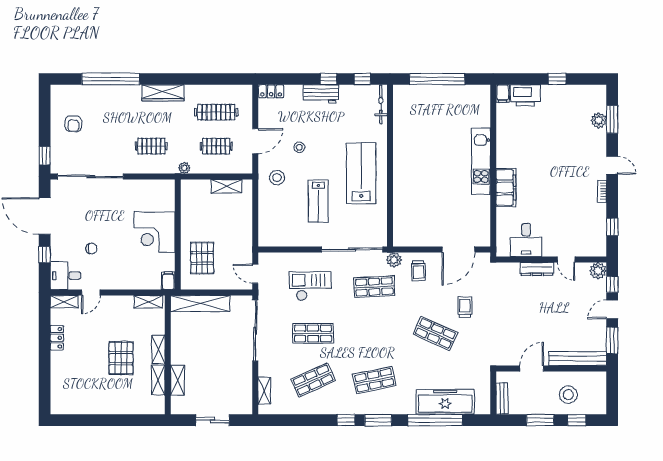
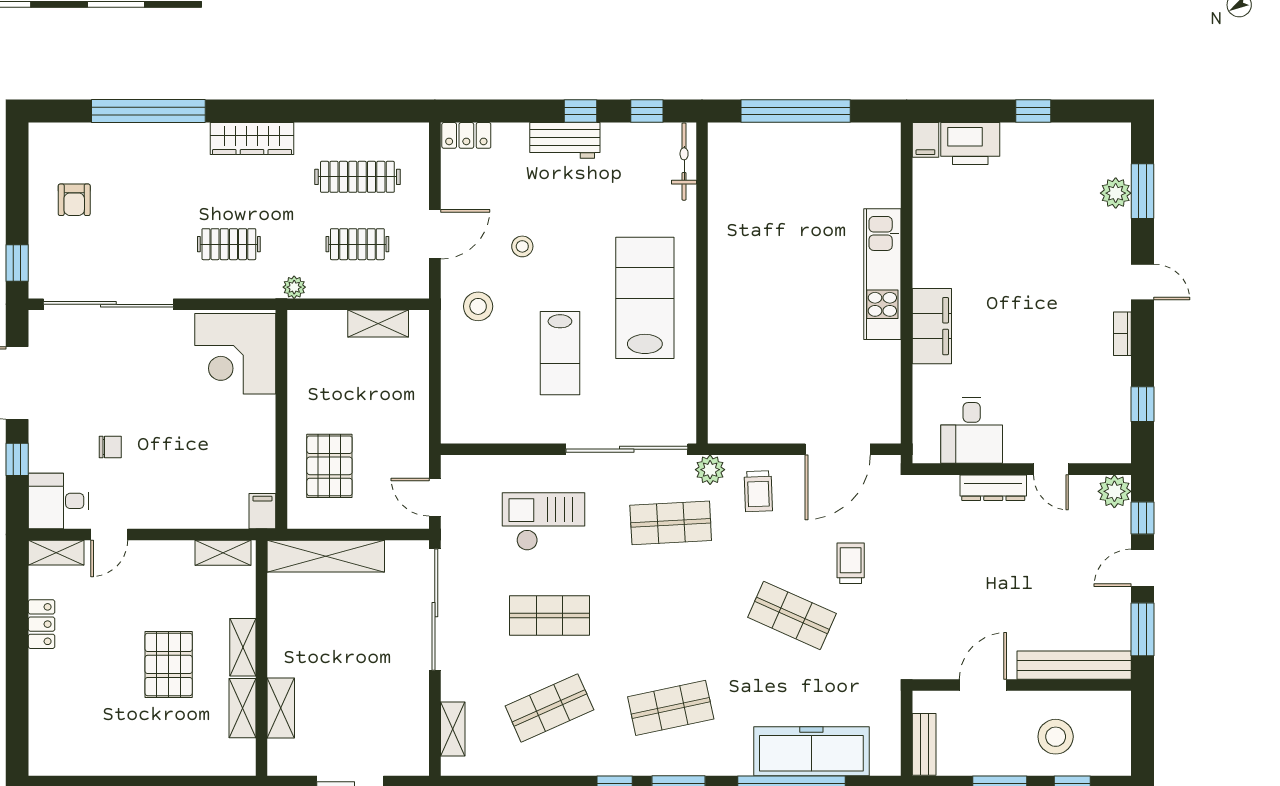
corner desk: (155, 232) -> (235, 354), moved

